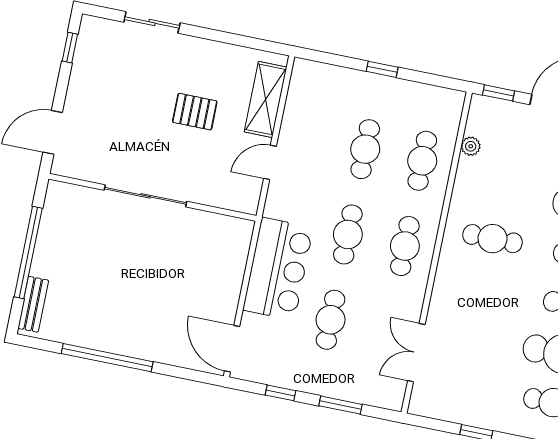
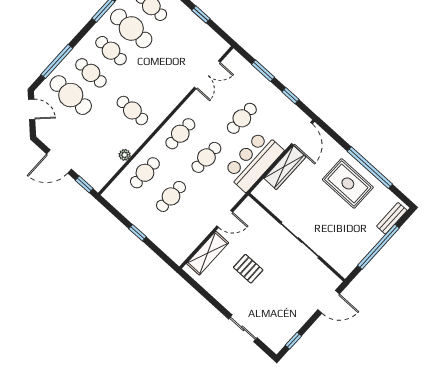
plant: (471, 146) -> (125, 155), moved
wardrobe: (228, 286) -> (285, 168), added
rug: (125, 317) -> (348, 183), added

